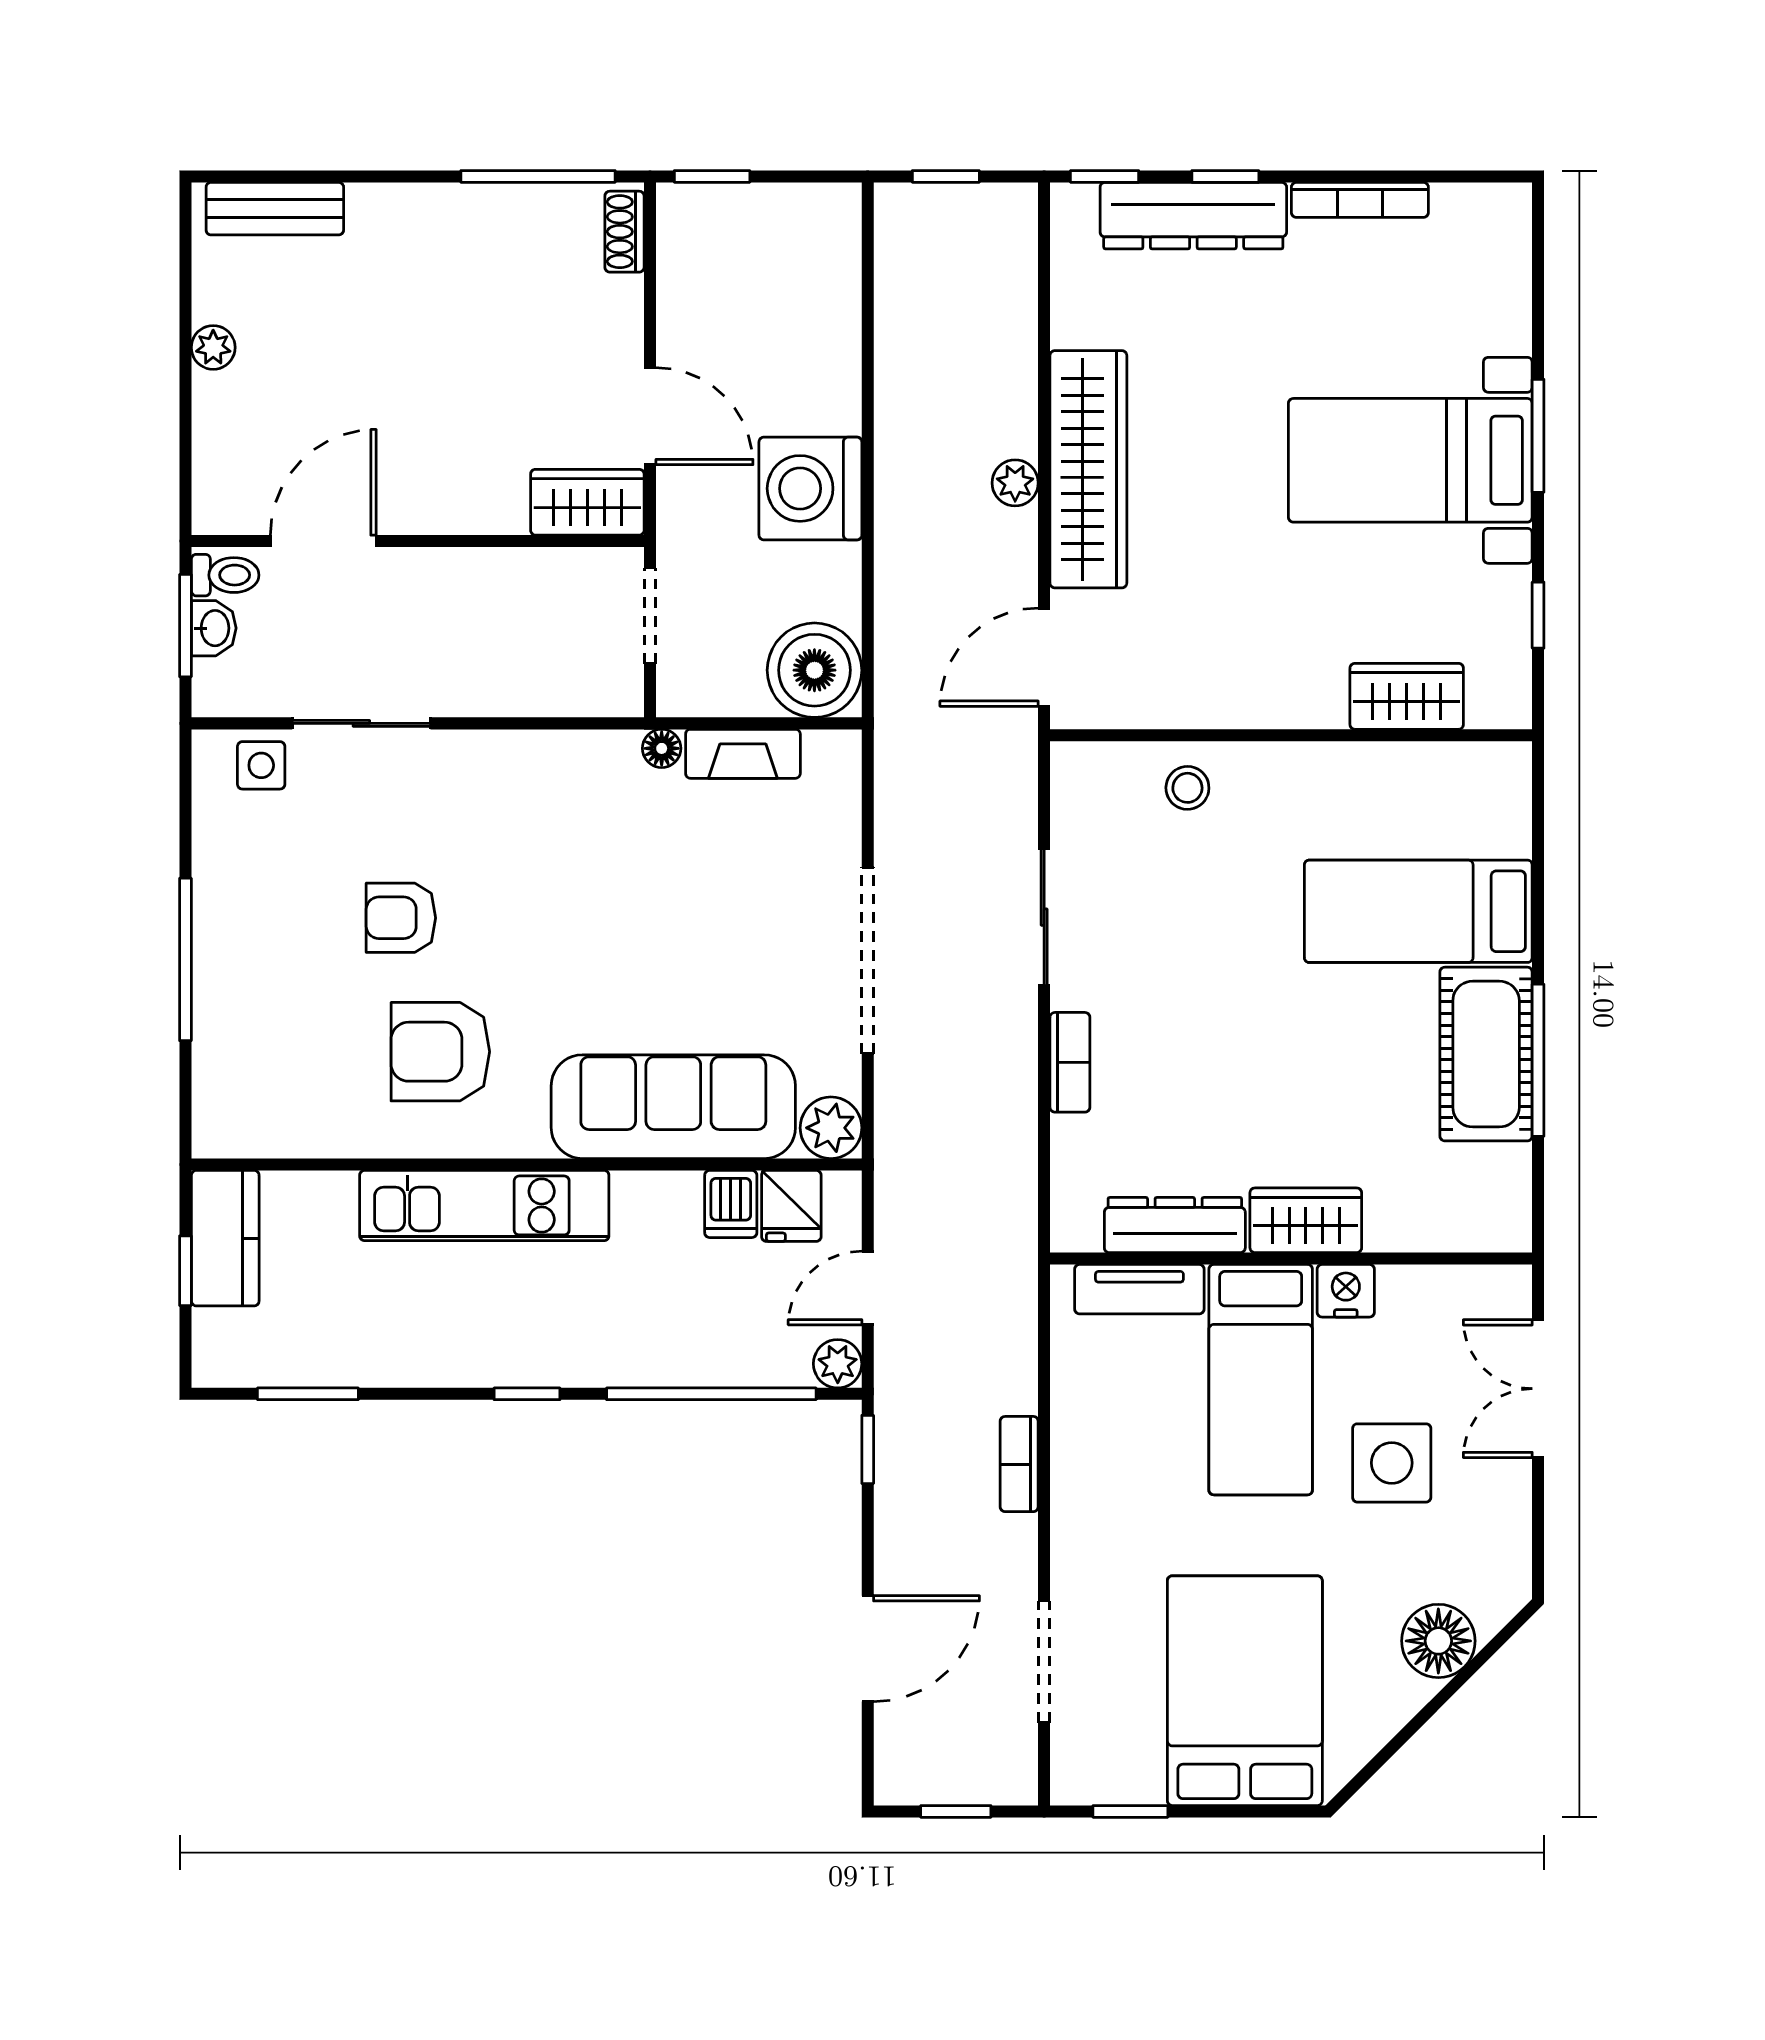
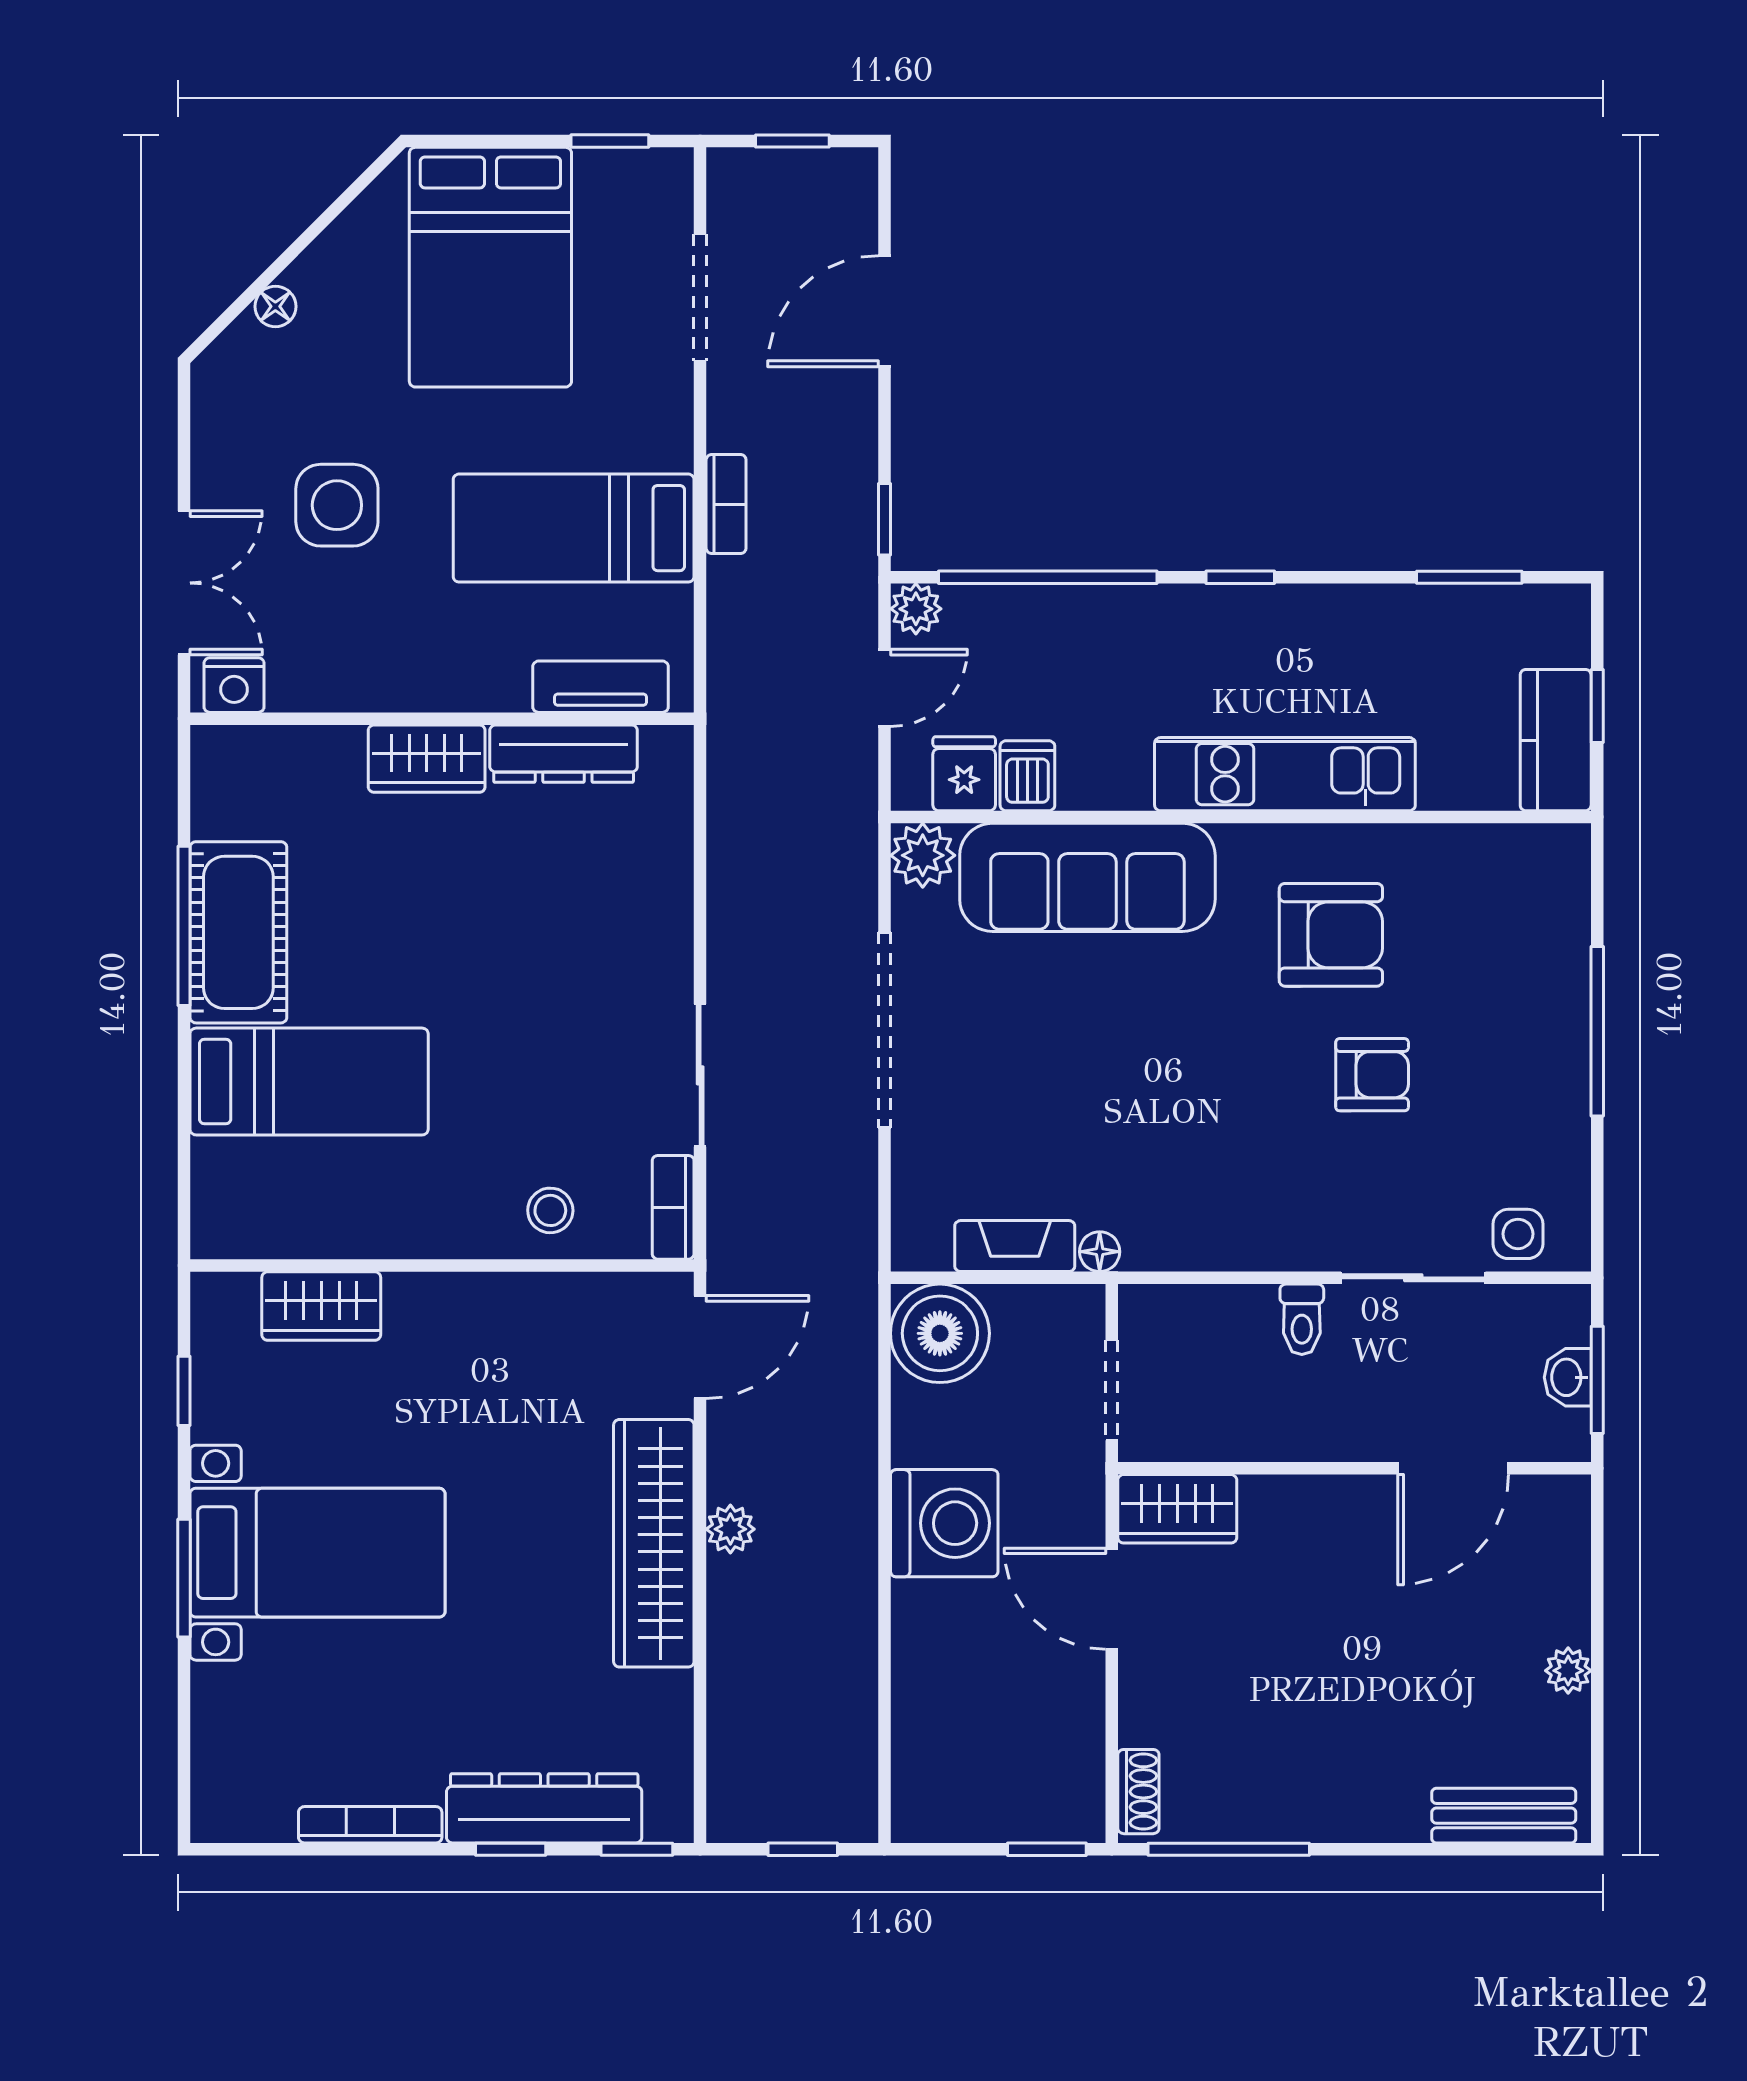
toilet: (225, 575) -> (1302, 1319), moved, turned -90
bookcase: (1070, 1062) -> (673, 1207), moved
nightstand: (1346, 1291) -> (234, 685), moved
bed: (1261, 1380) -> (574, 528), moved, turned -90
floor lamp: (1438, 1641) -> (275, 306), width x0.53, depth x0.53

